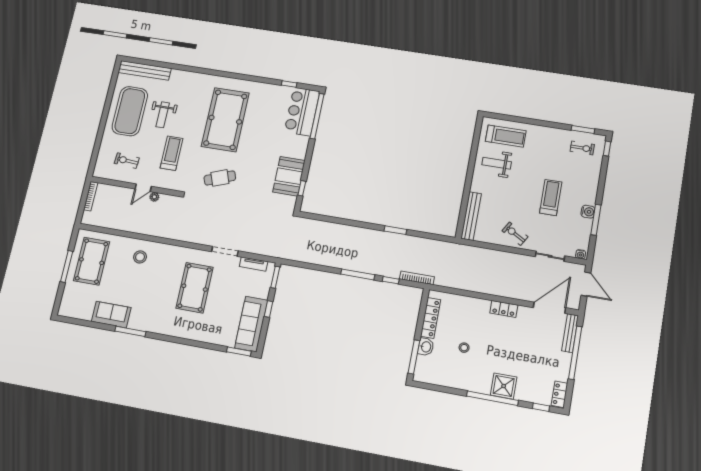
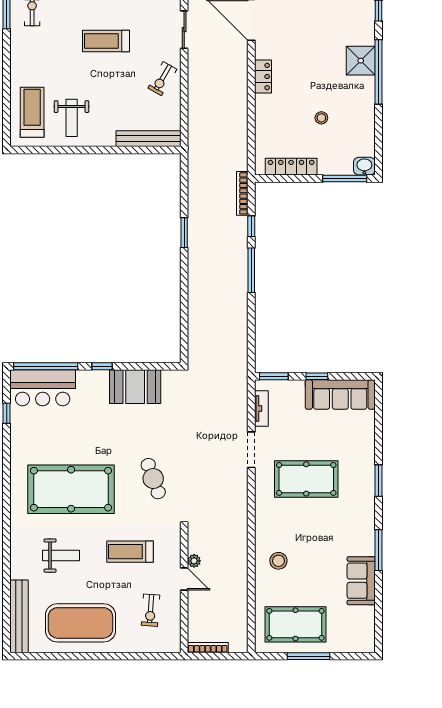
weight bench: (163, 115) -> (61, 556), moved
window: (302, 188) -> (102, 366), moved
washbasin: (426, 347) -> (364, 166), moved
window: (239, 351) -> (378, 481), moved

